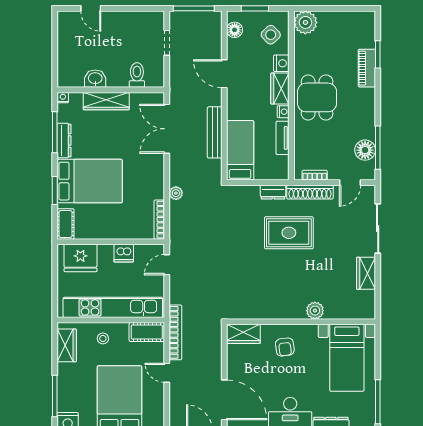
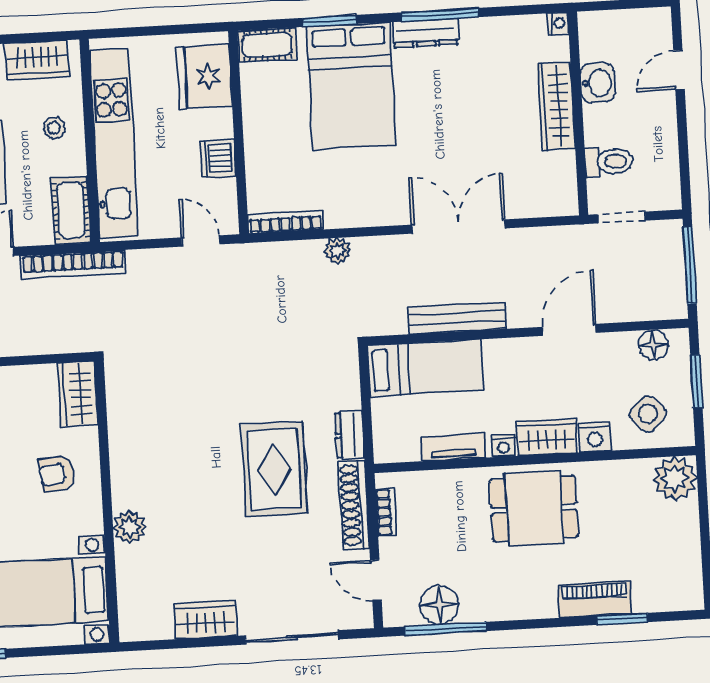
toilet: (137, 75) -> (609, 162), moved
washbasin: (95, 79) -> (598, 83), moved
wall: (111, 90) -> (578, 113), moved
nightstand: (63, 98) -> (558, 23), moved
wardrobe: (106, 101) -> (556, 106), moved

